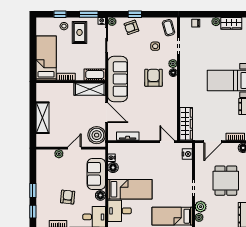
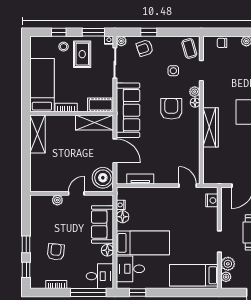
shelving: (42, 118) -> (38, 134), moved
wardrobe: (186, 124) -> (211, 127), moved
armchair: (68, 197) -> (56, 252), moved

